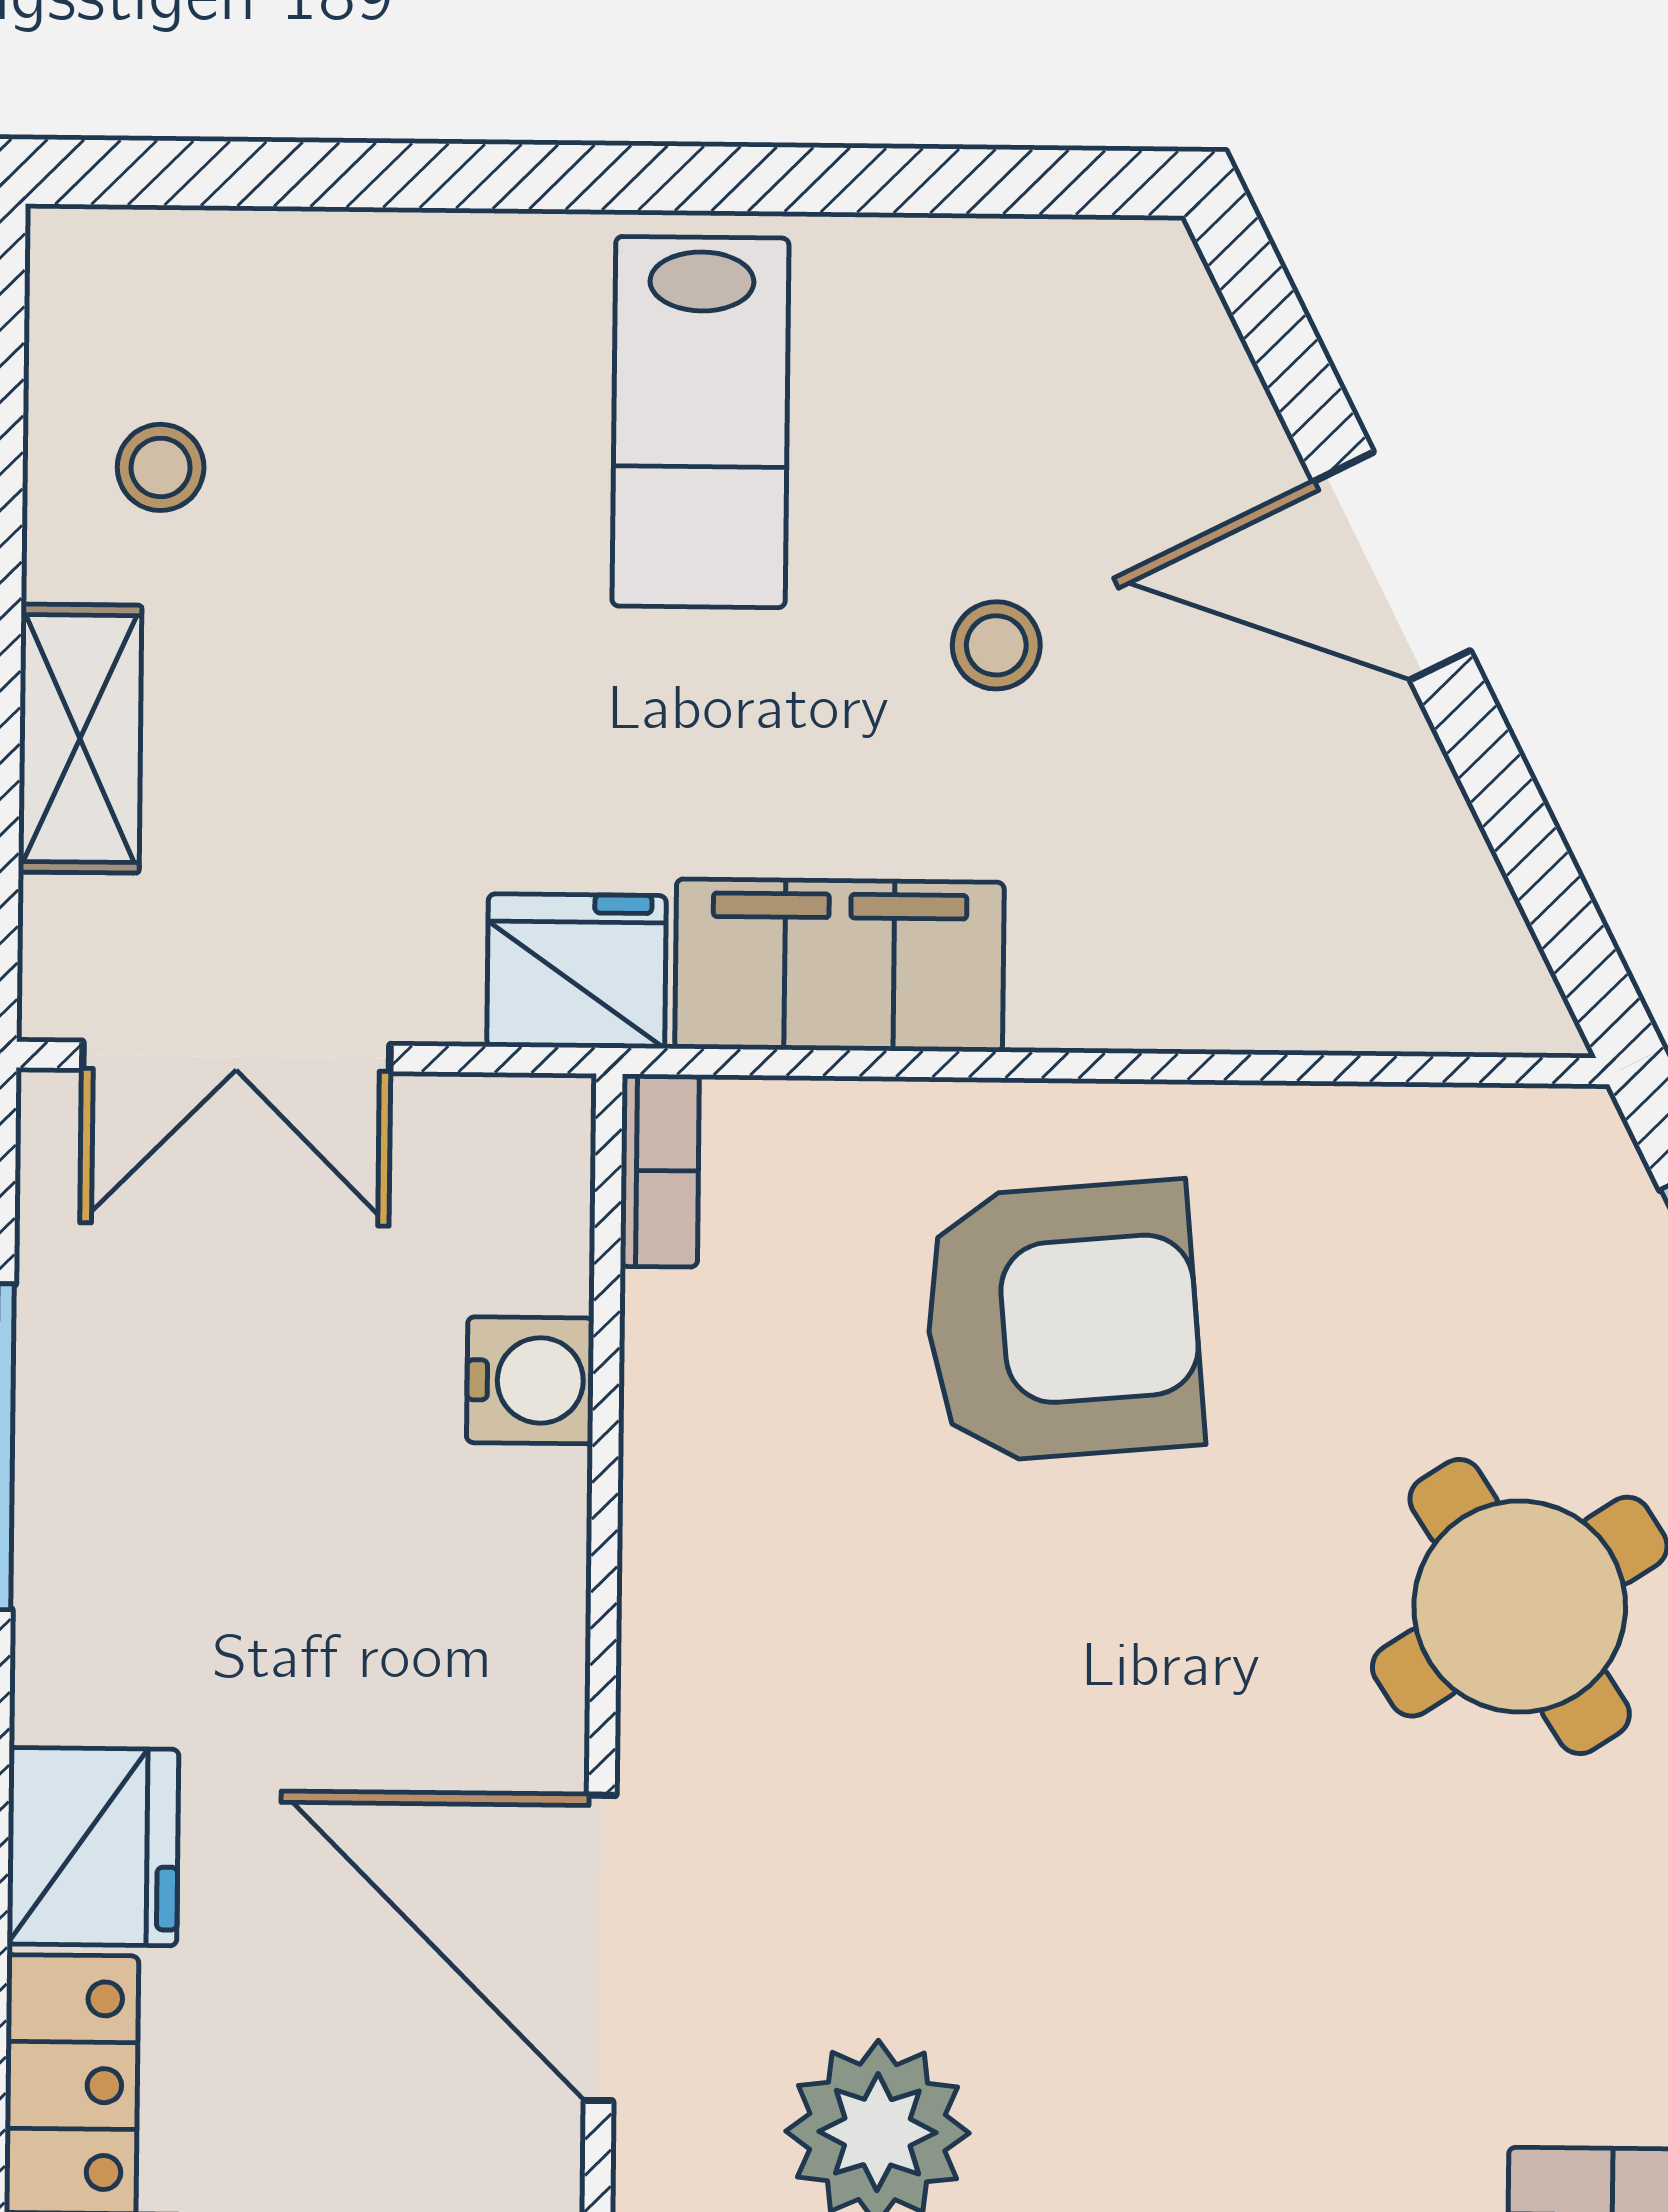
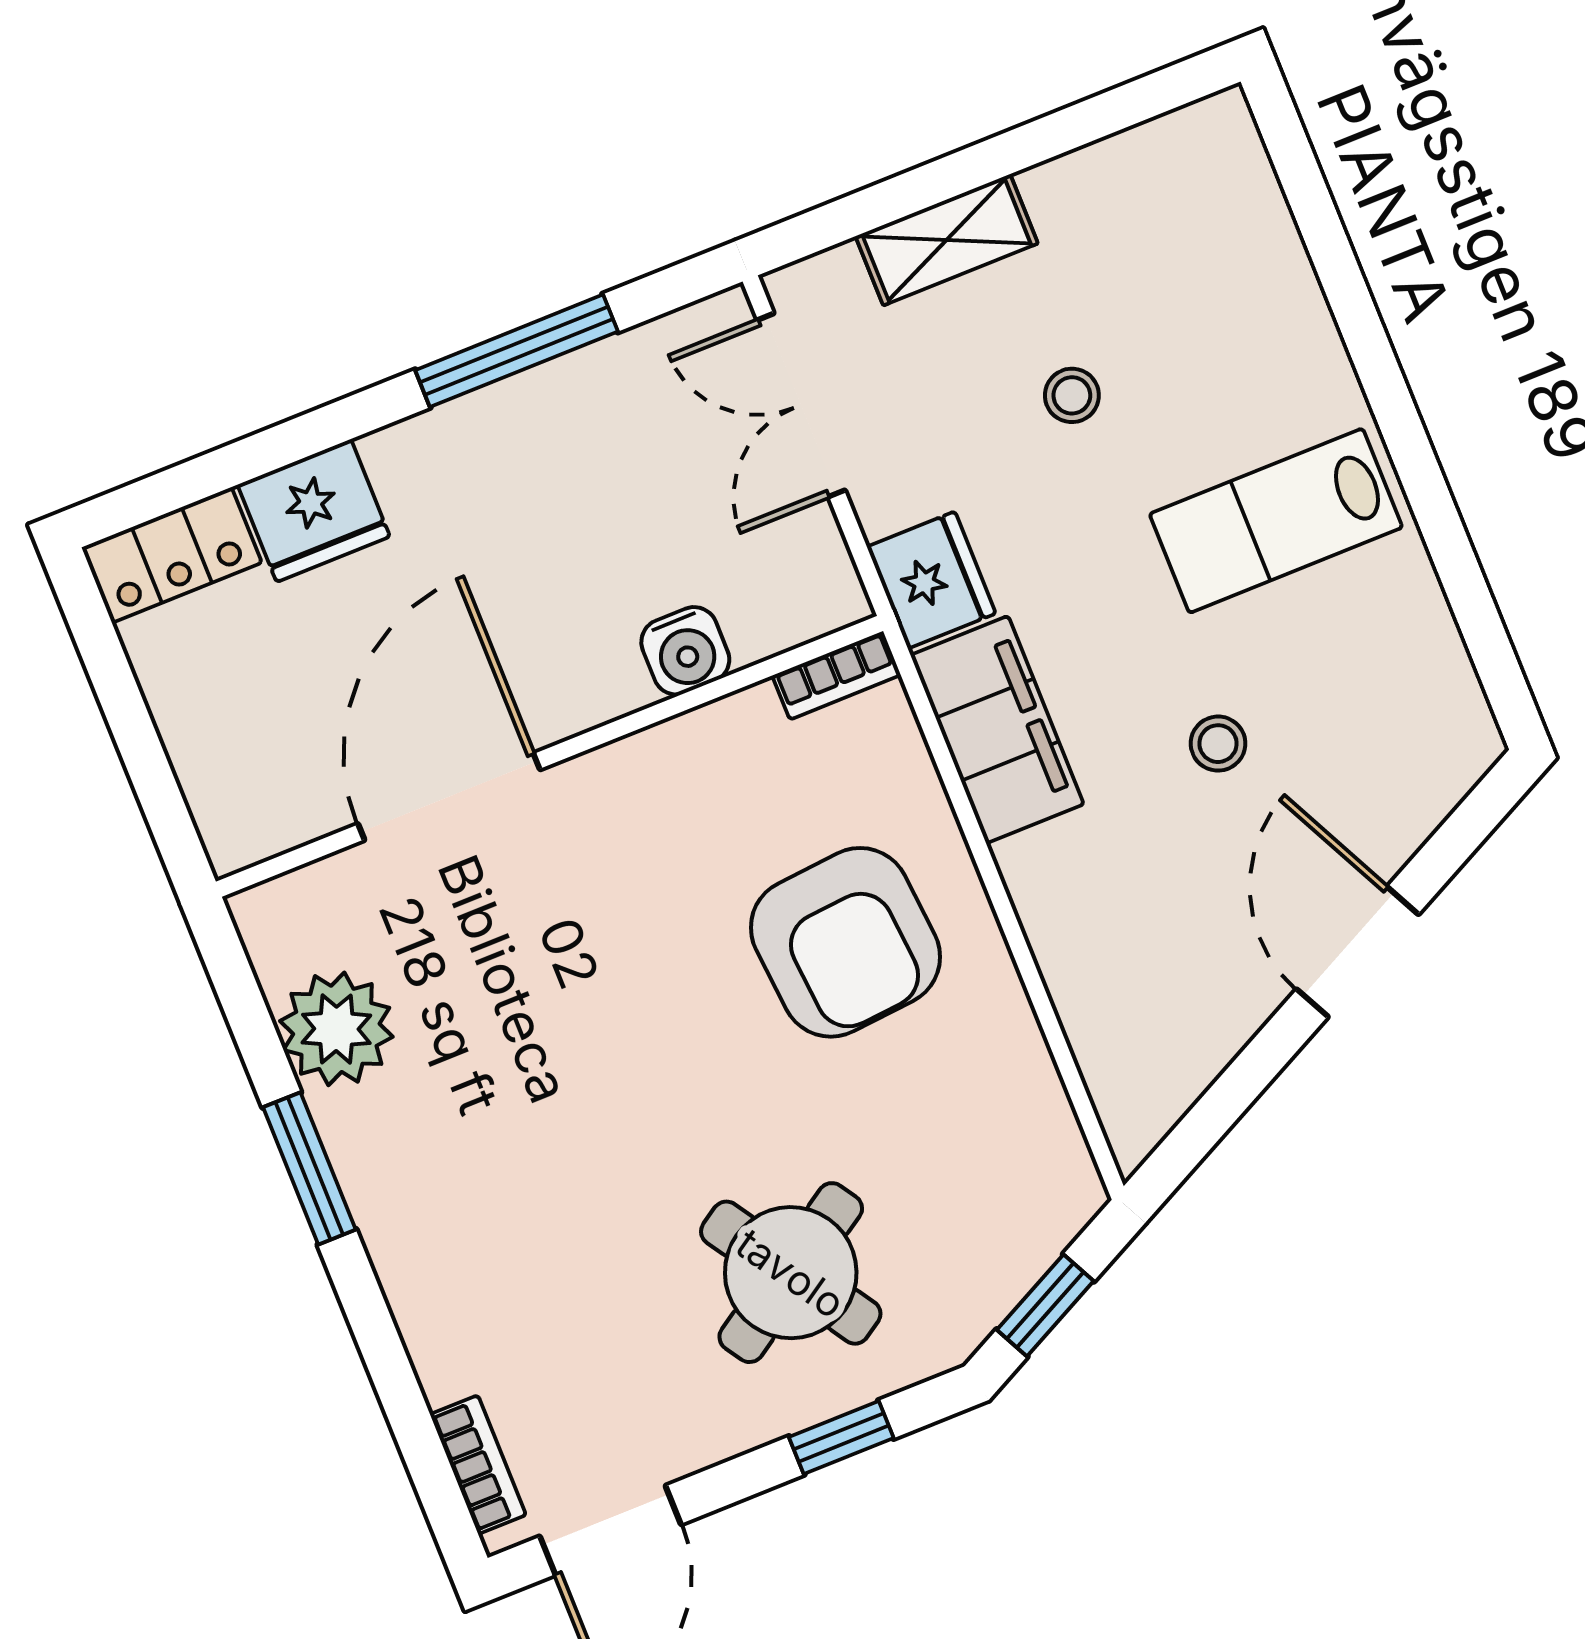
stool: (161, 467) -> (1072, 395), moved
door: (600, 1948) -> (449, 797), moved

